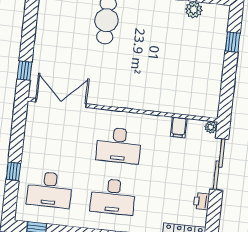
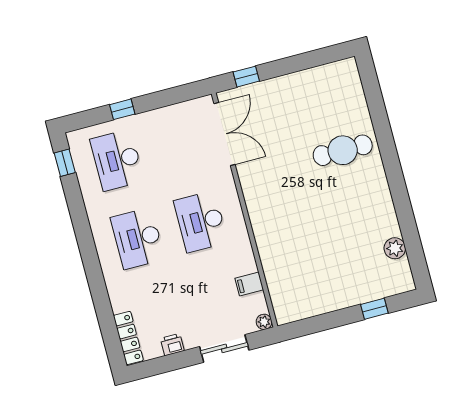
sliding door: (219, 164) -> (224, 348), width x0.73

